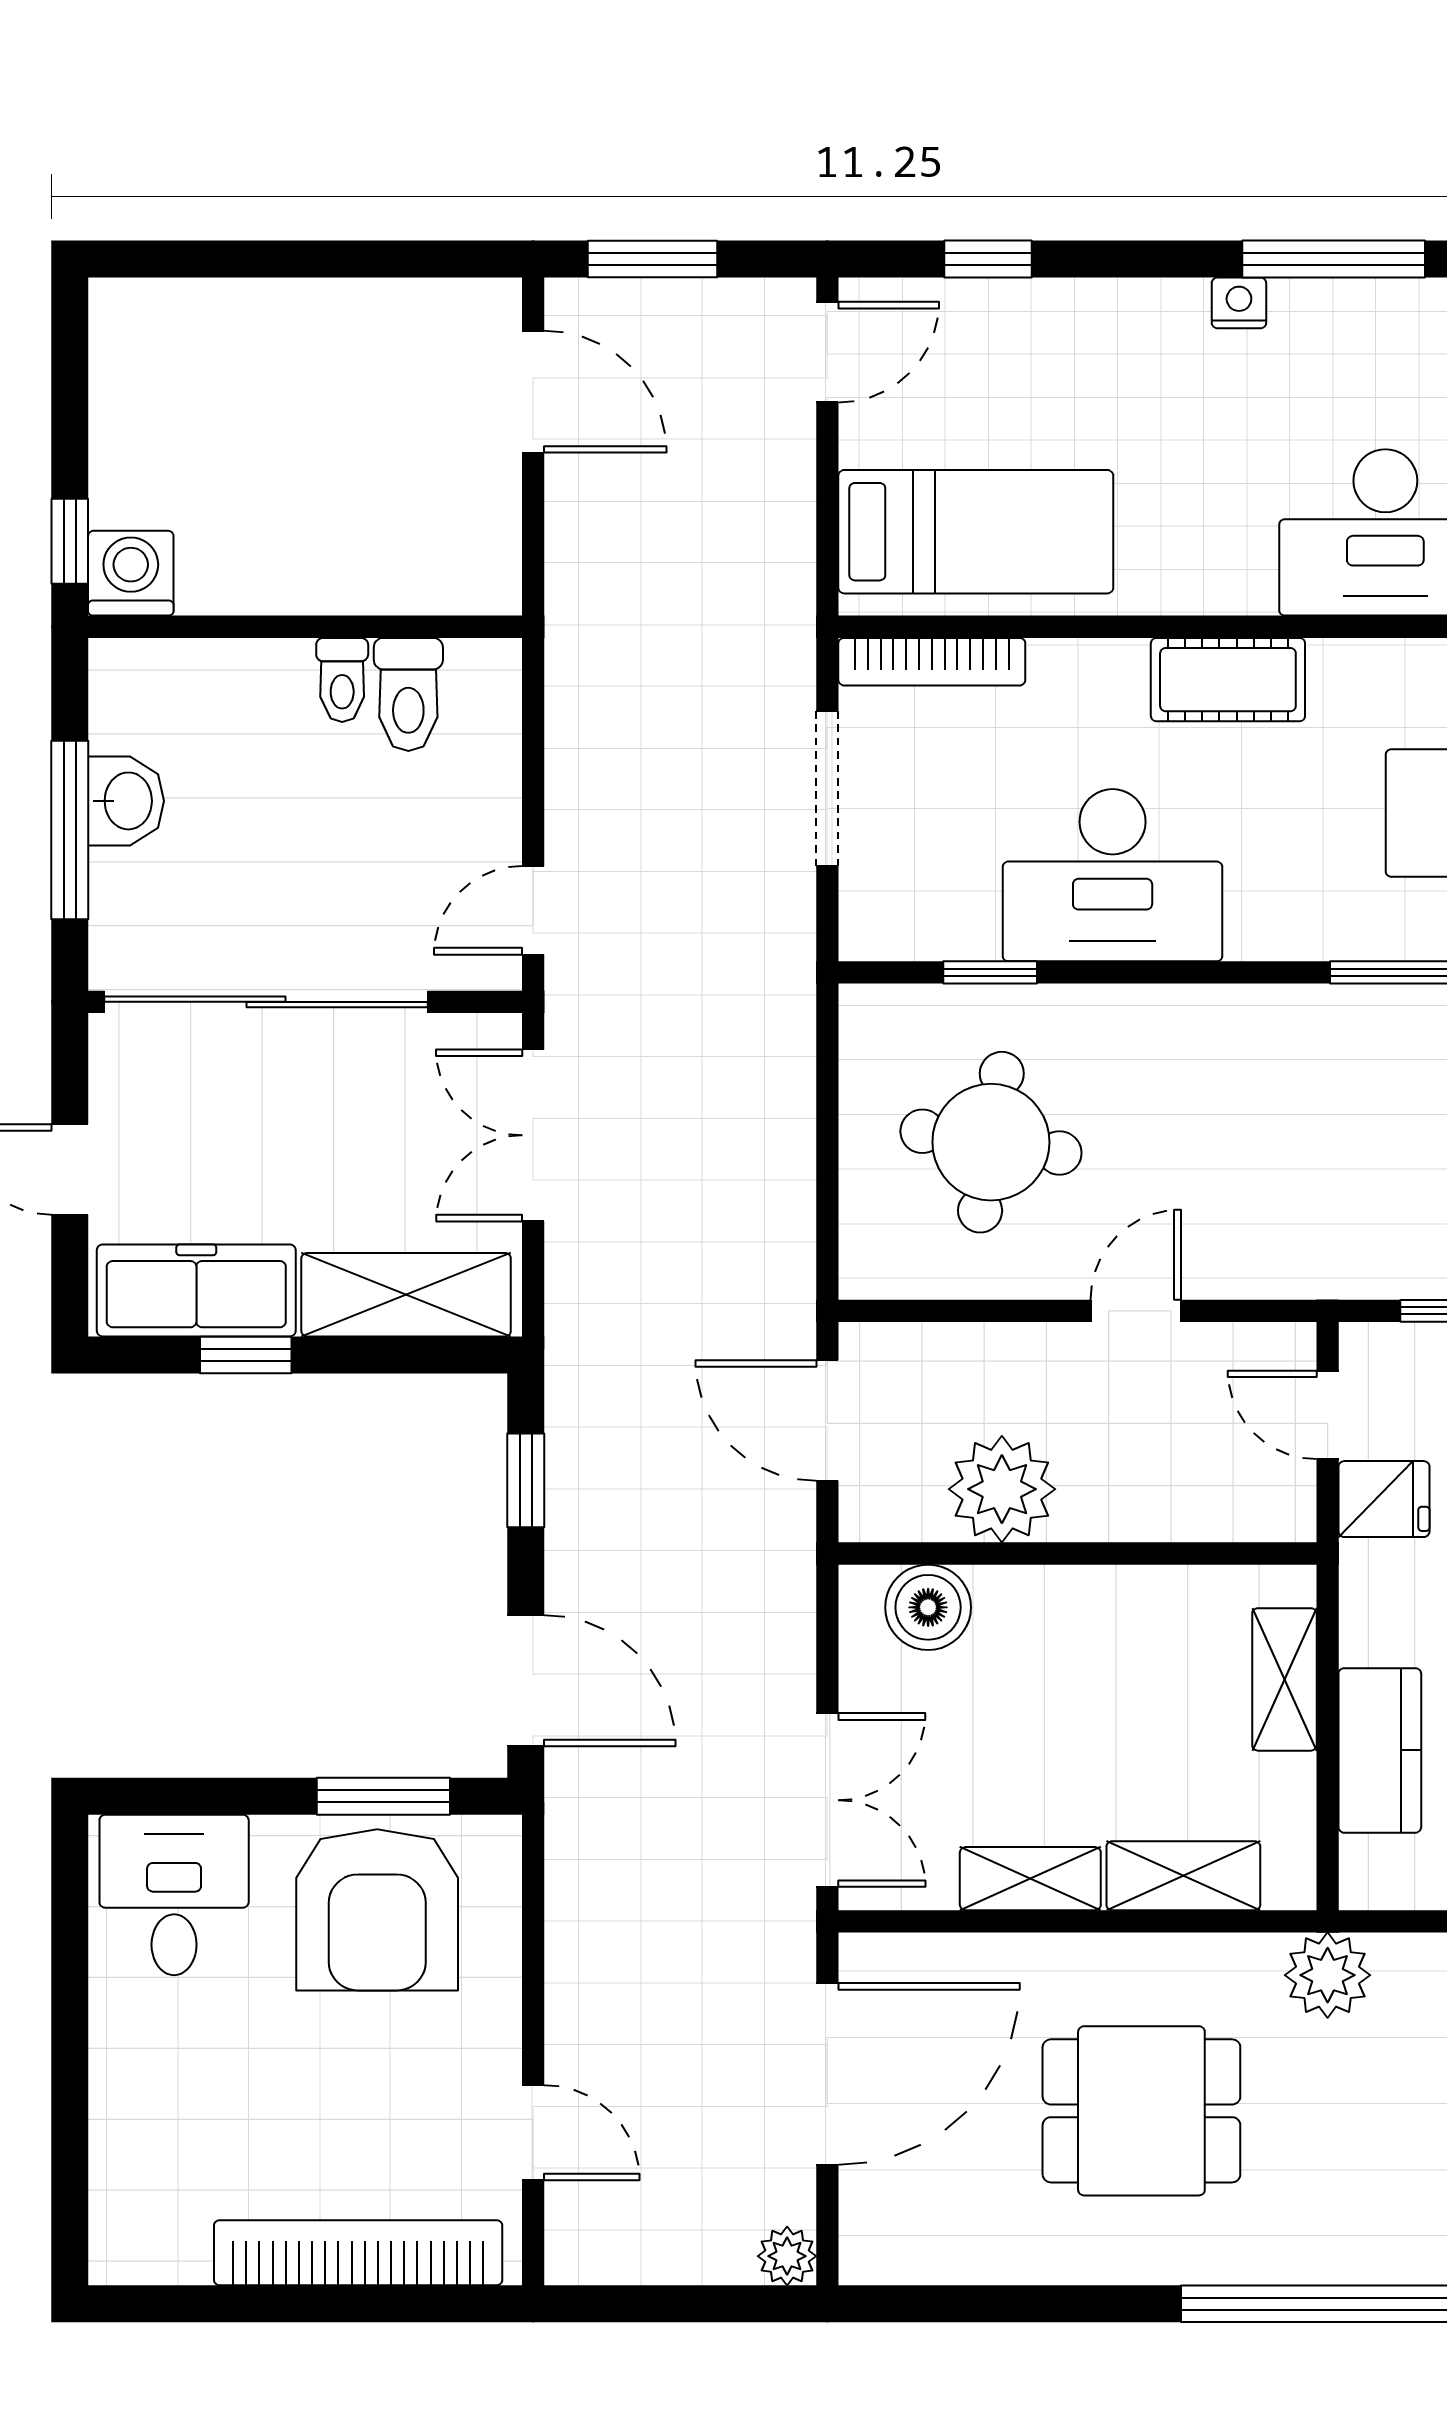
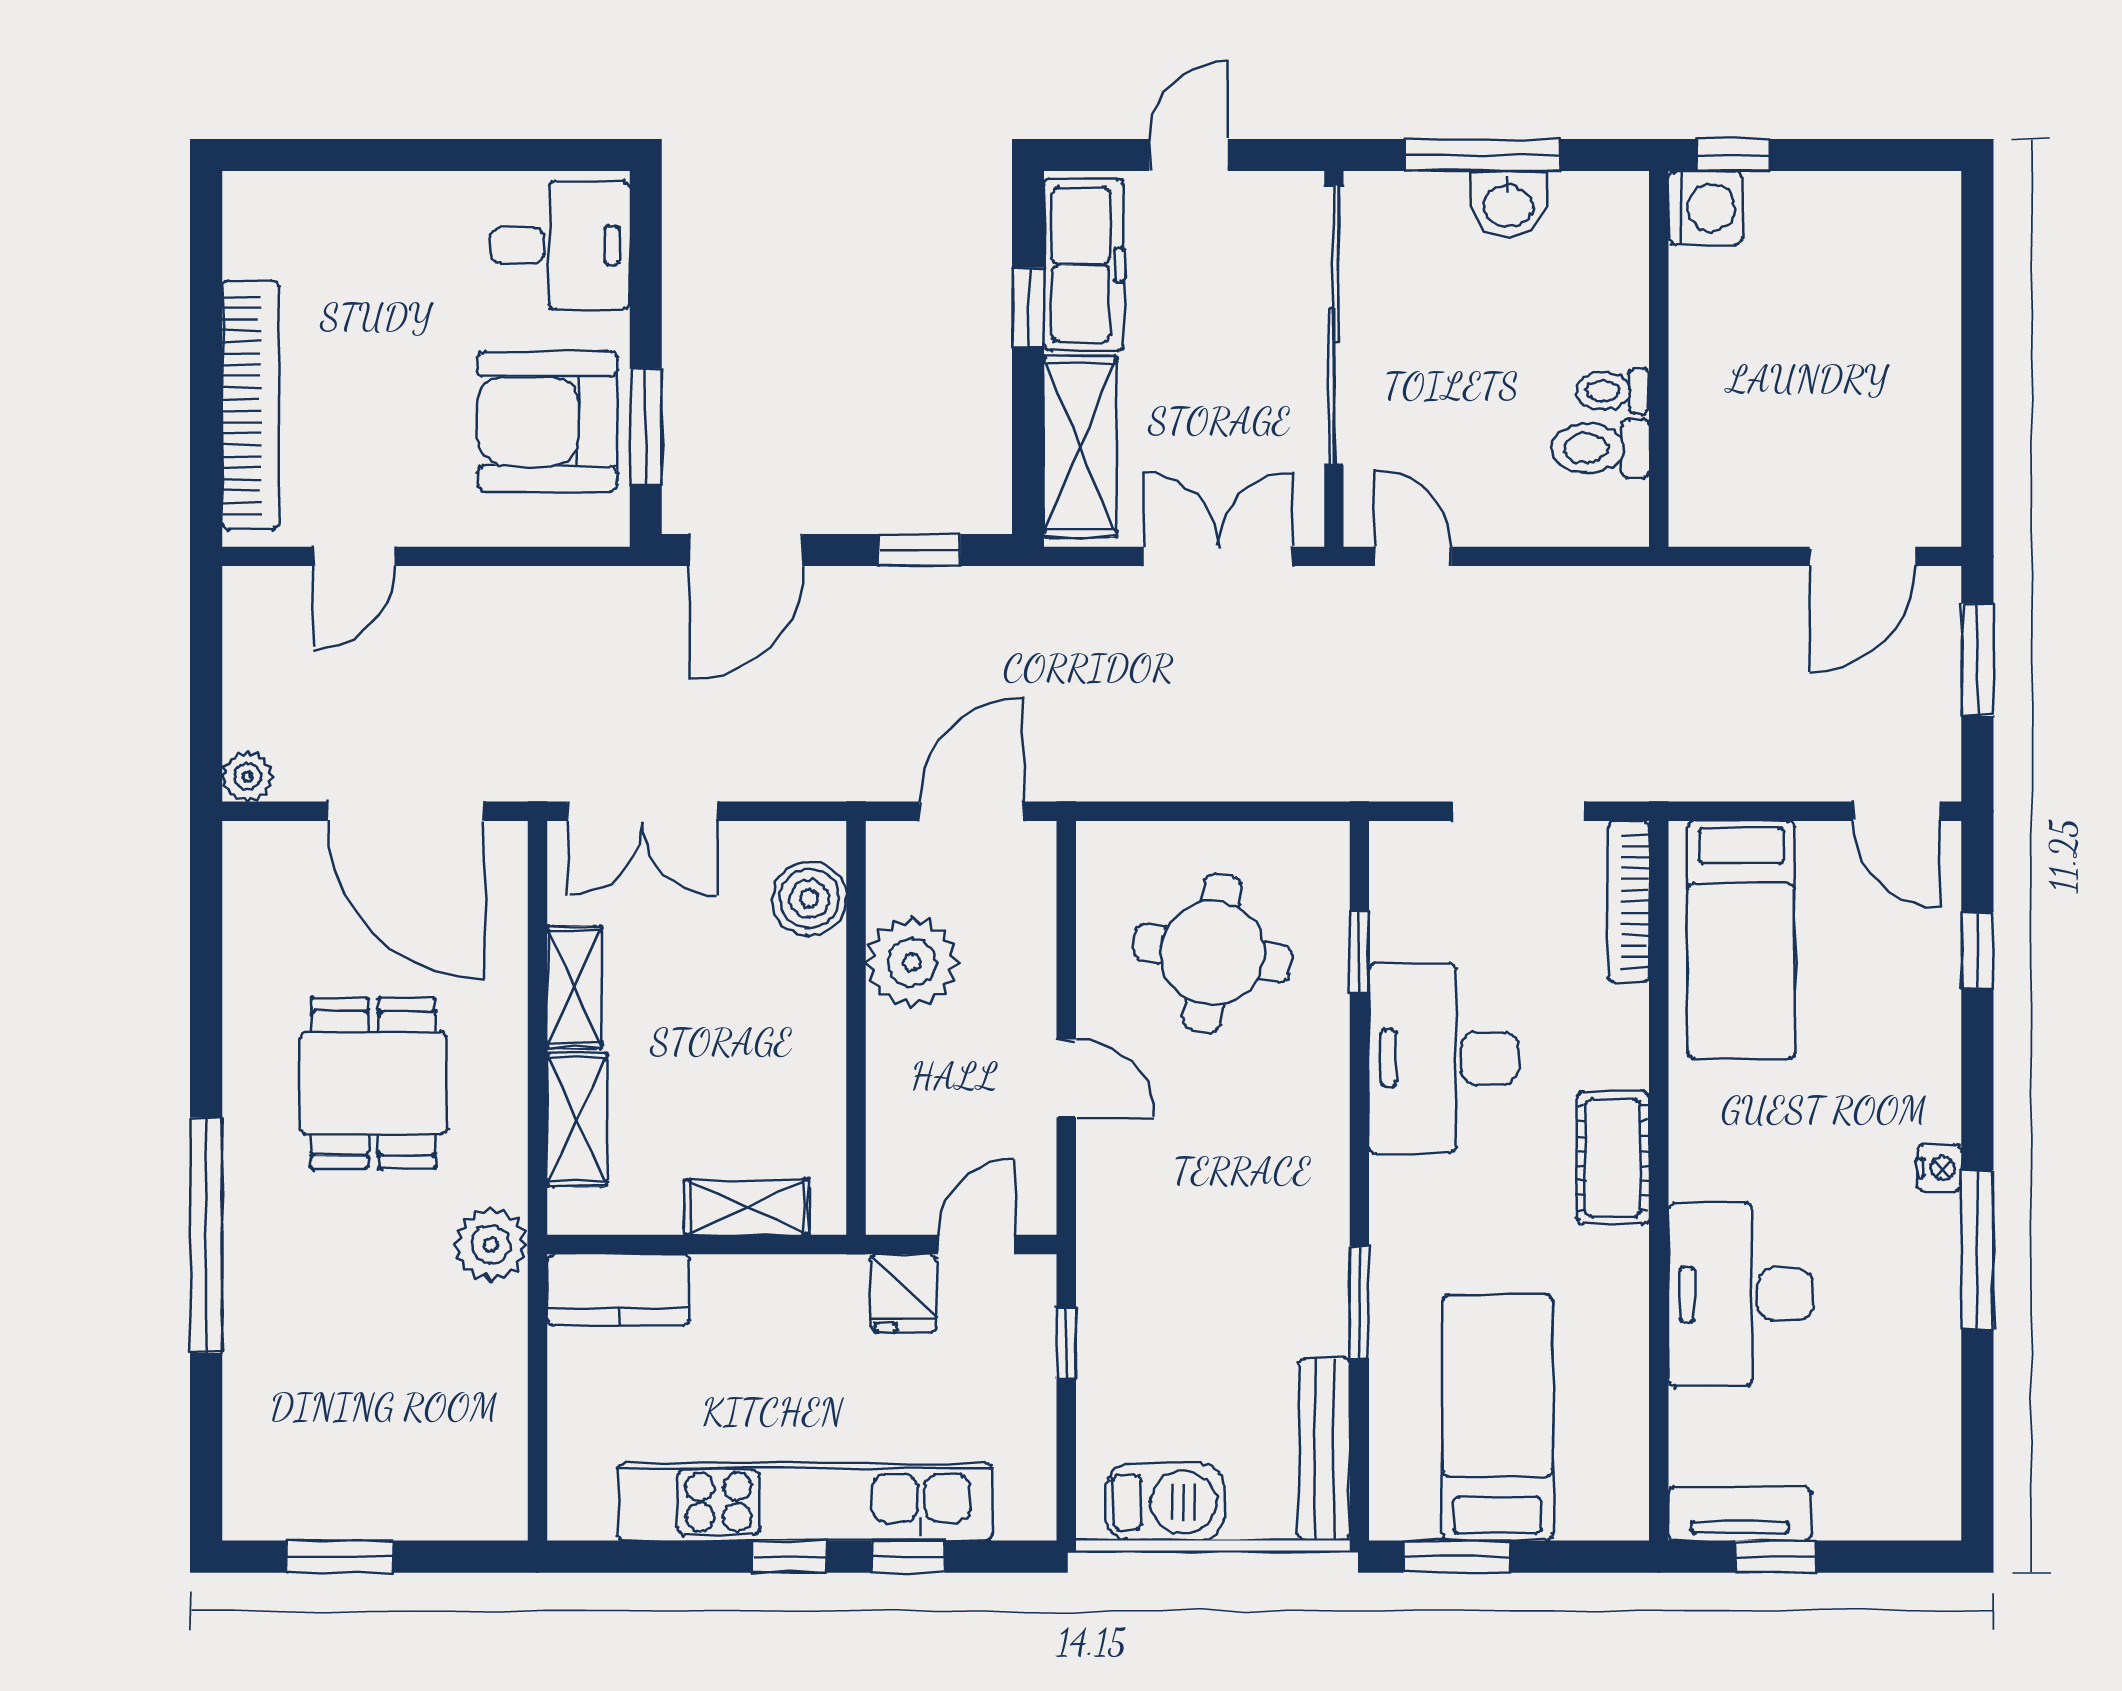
kitchen counter: (1380, 1750) -> (618, 1290), moved

